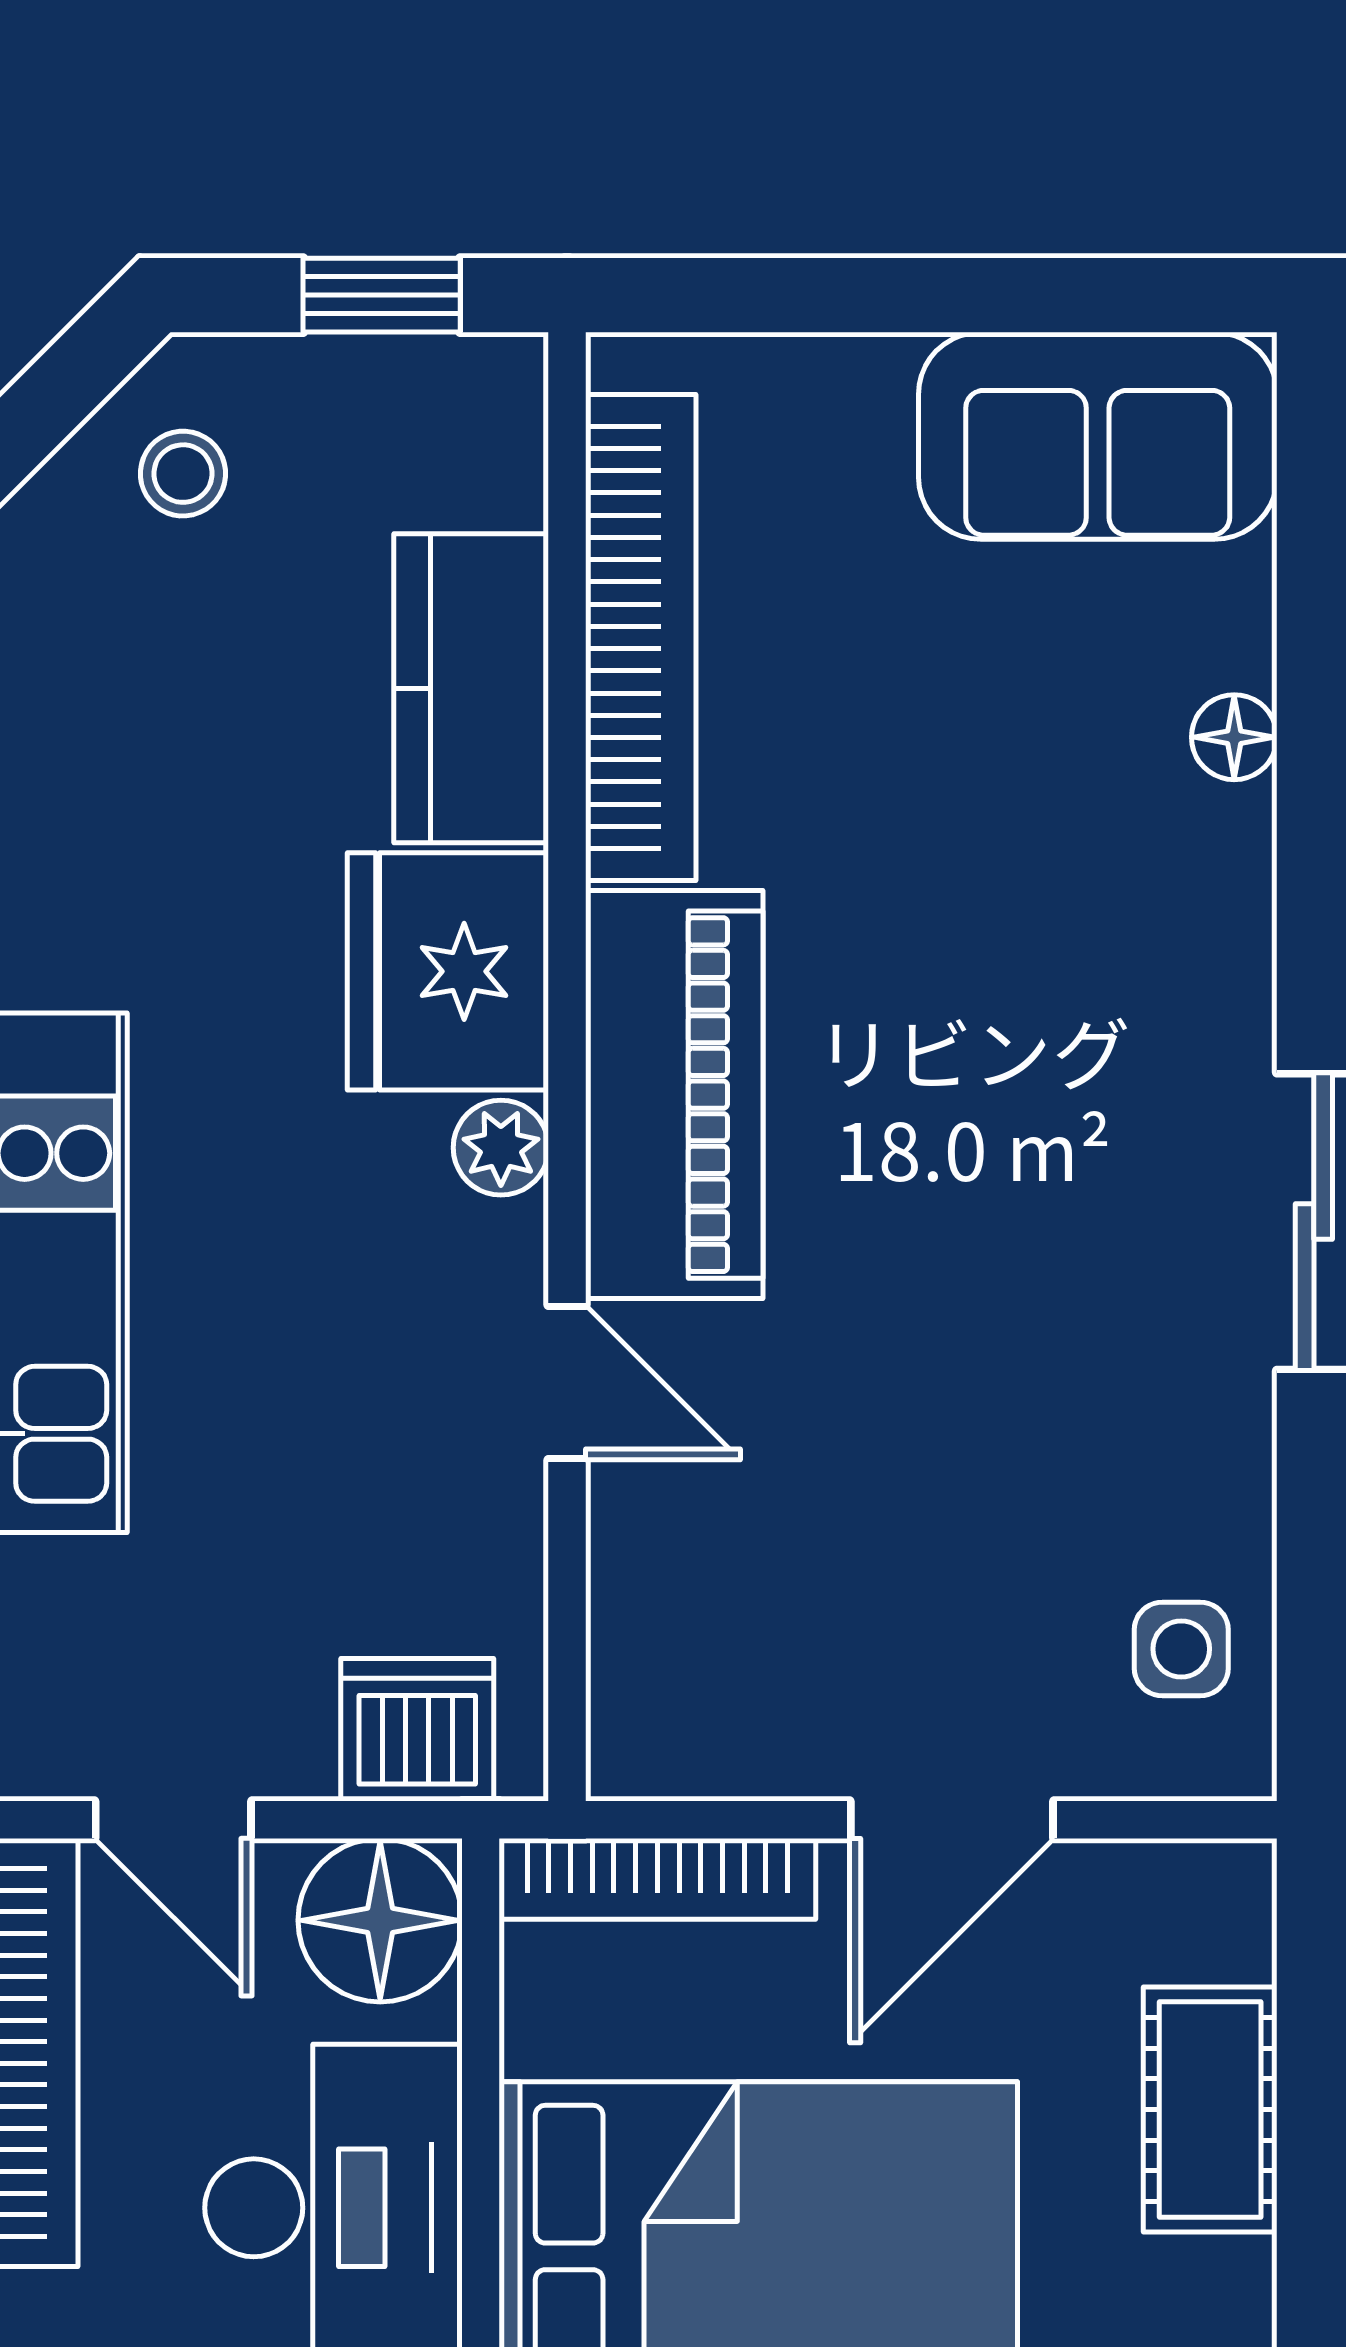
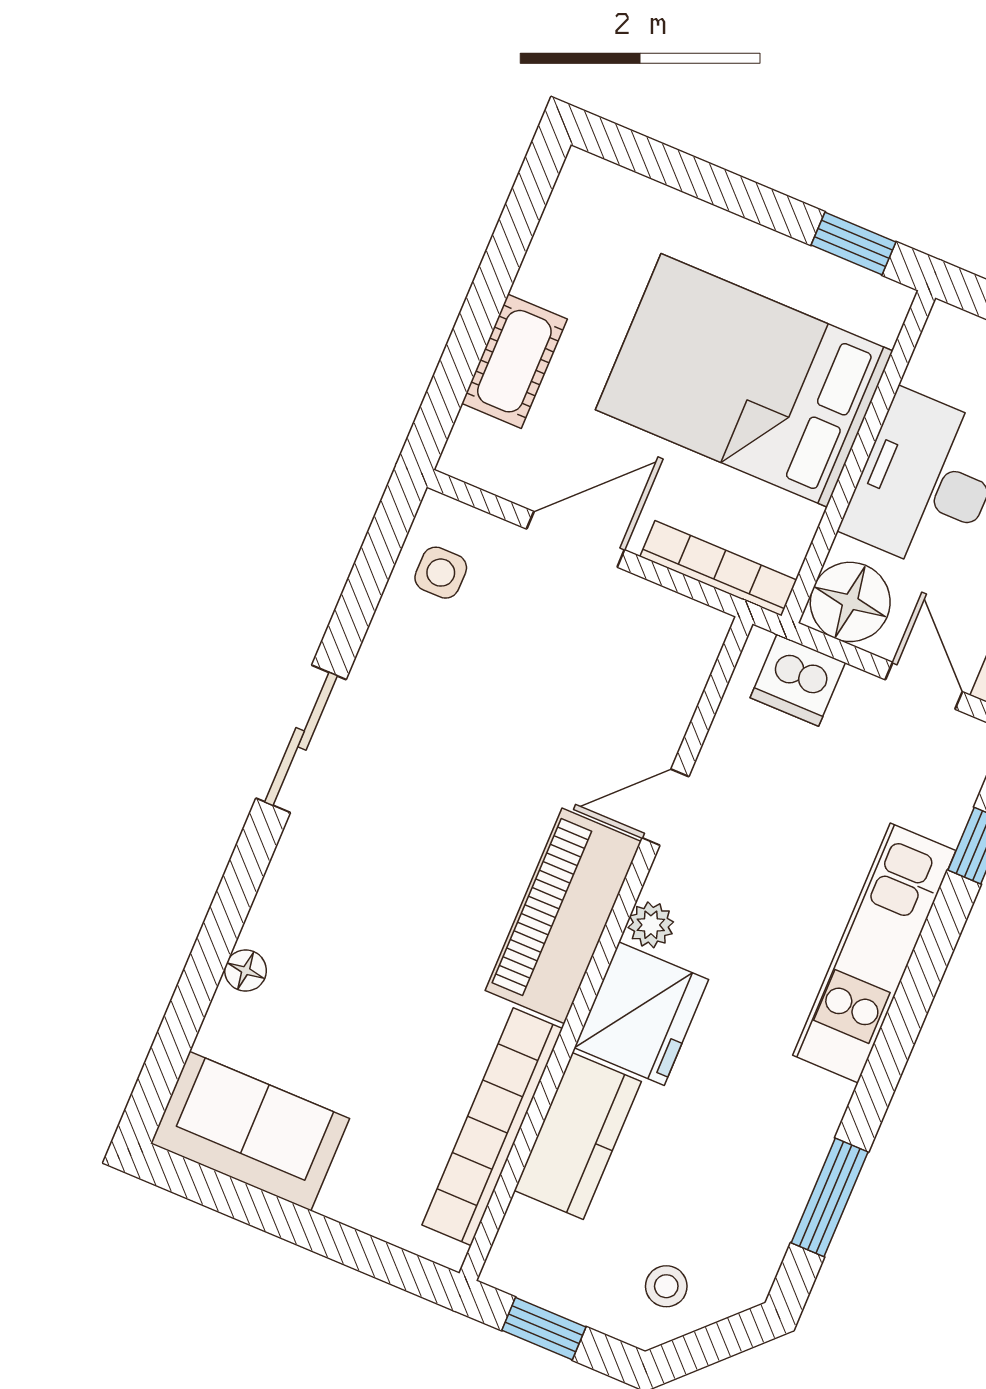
door: (567, 1383) -> (665, 807), hinge flipped

